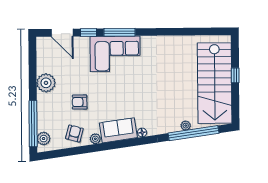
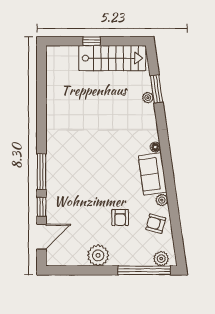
corner sofa: (115, 54) -> (66, 177), removed
stairs: (215, 83) -> (112, 58), width x0.73, depth x0.66
window: (193, 133) -> (157, 89), width x0.47

